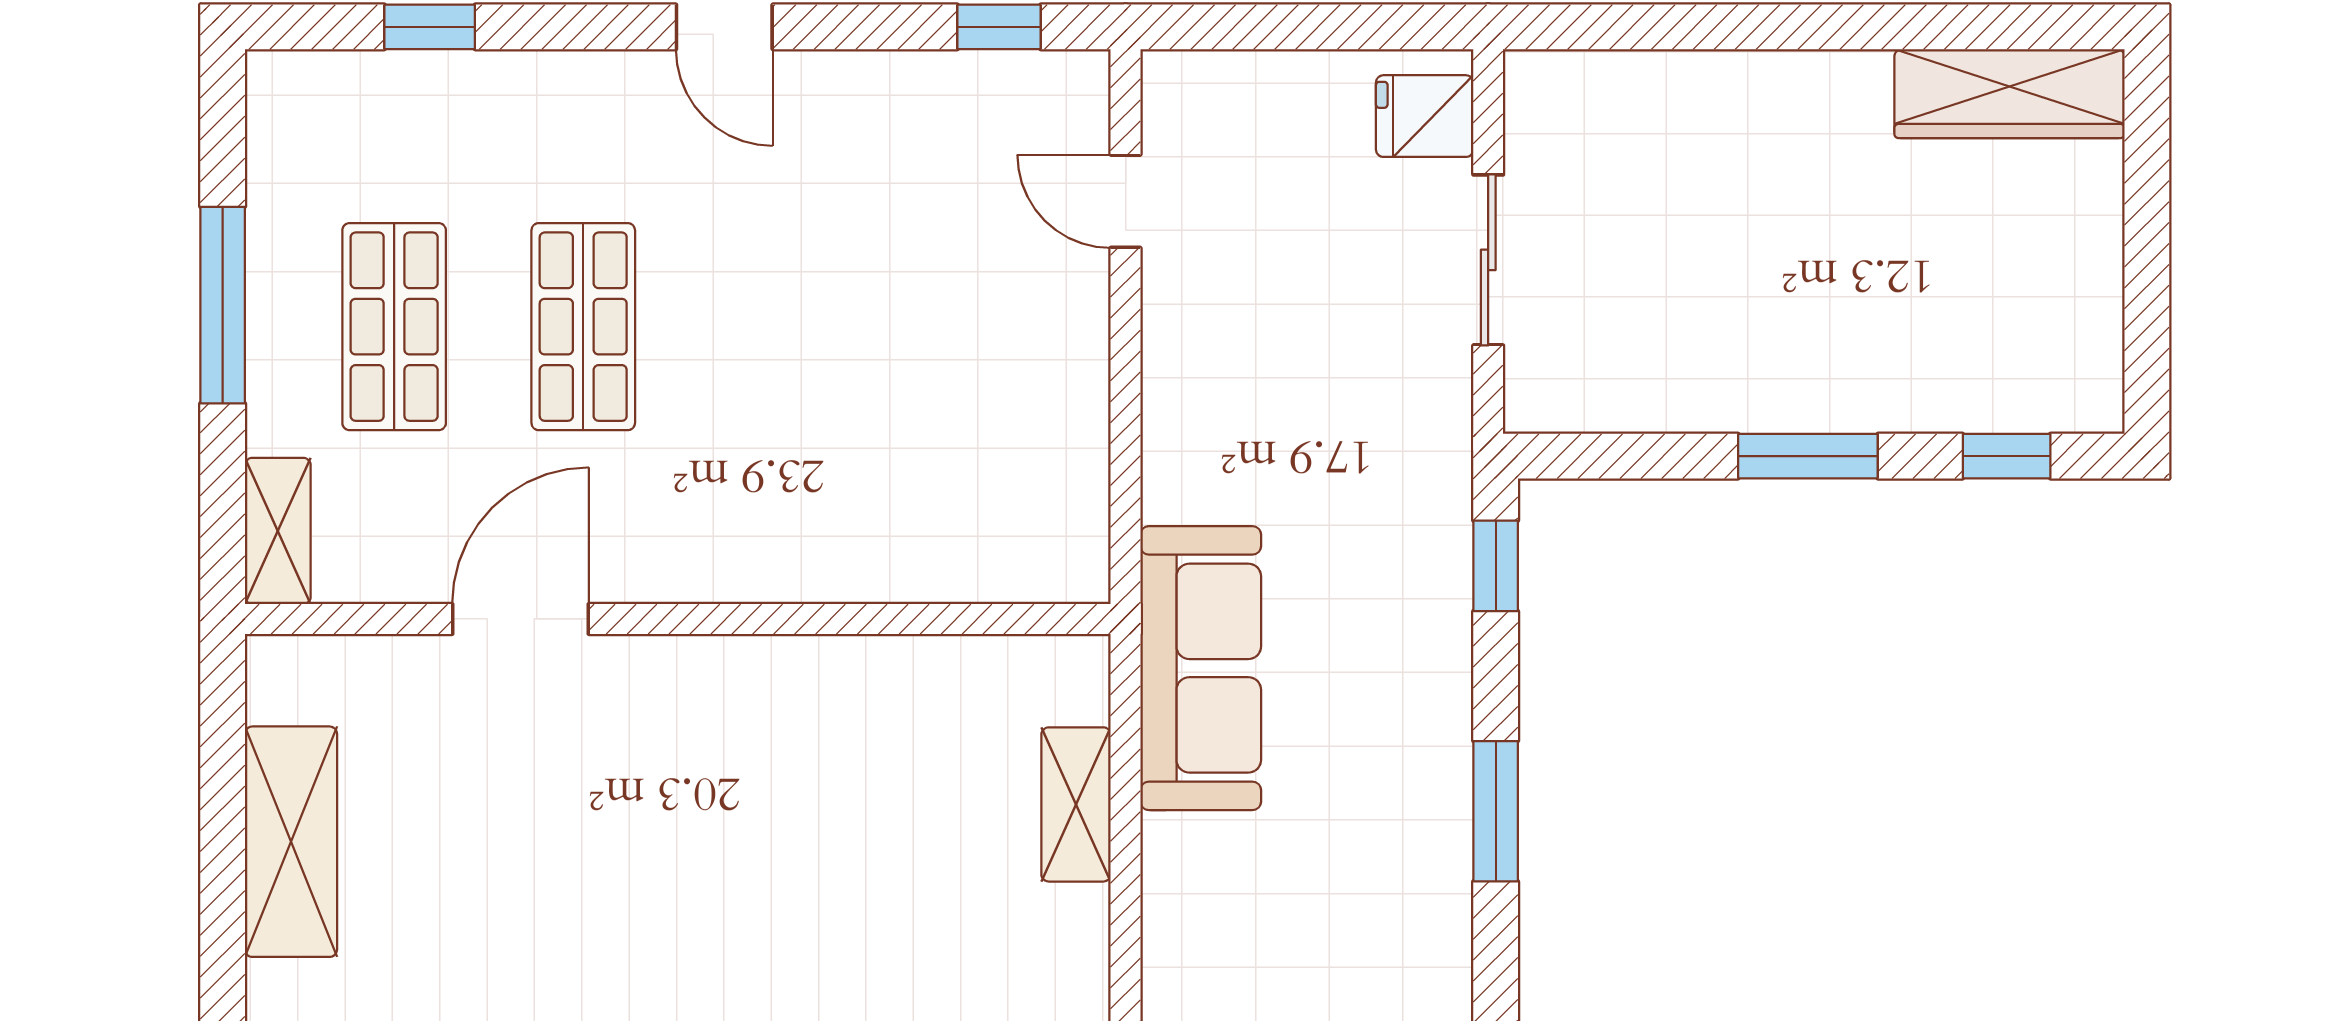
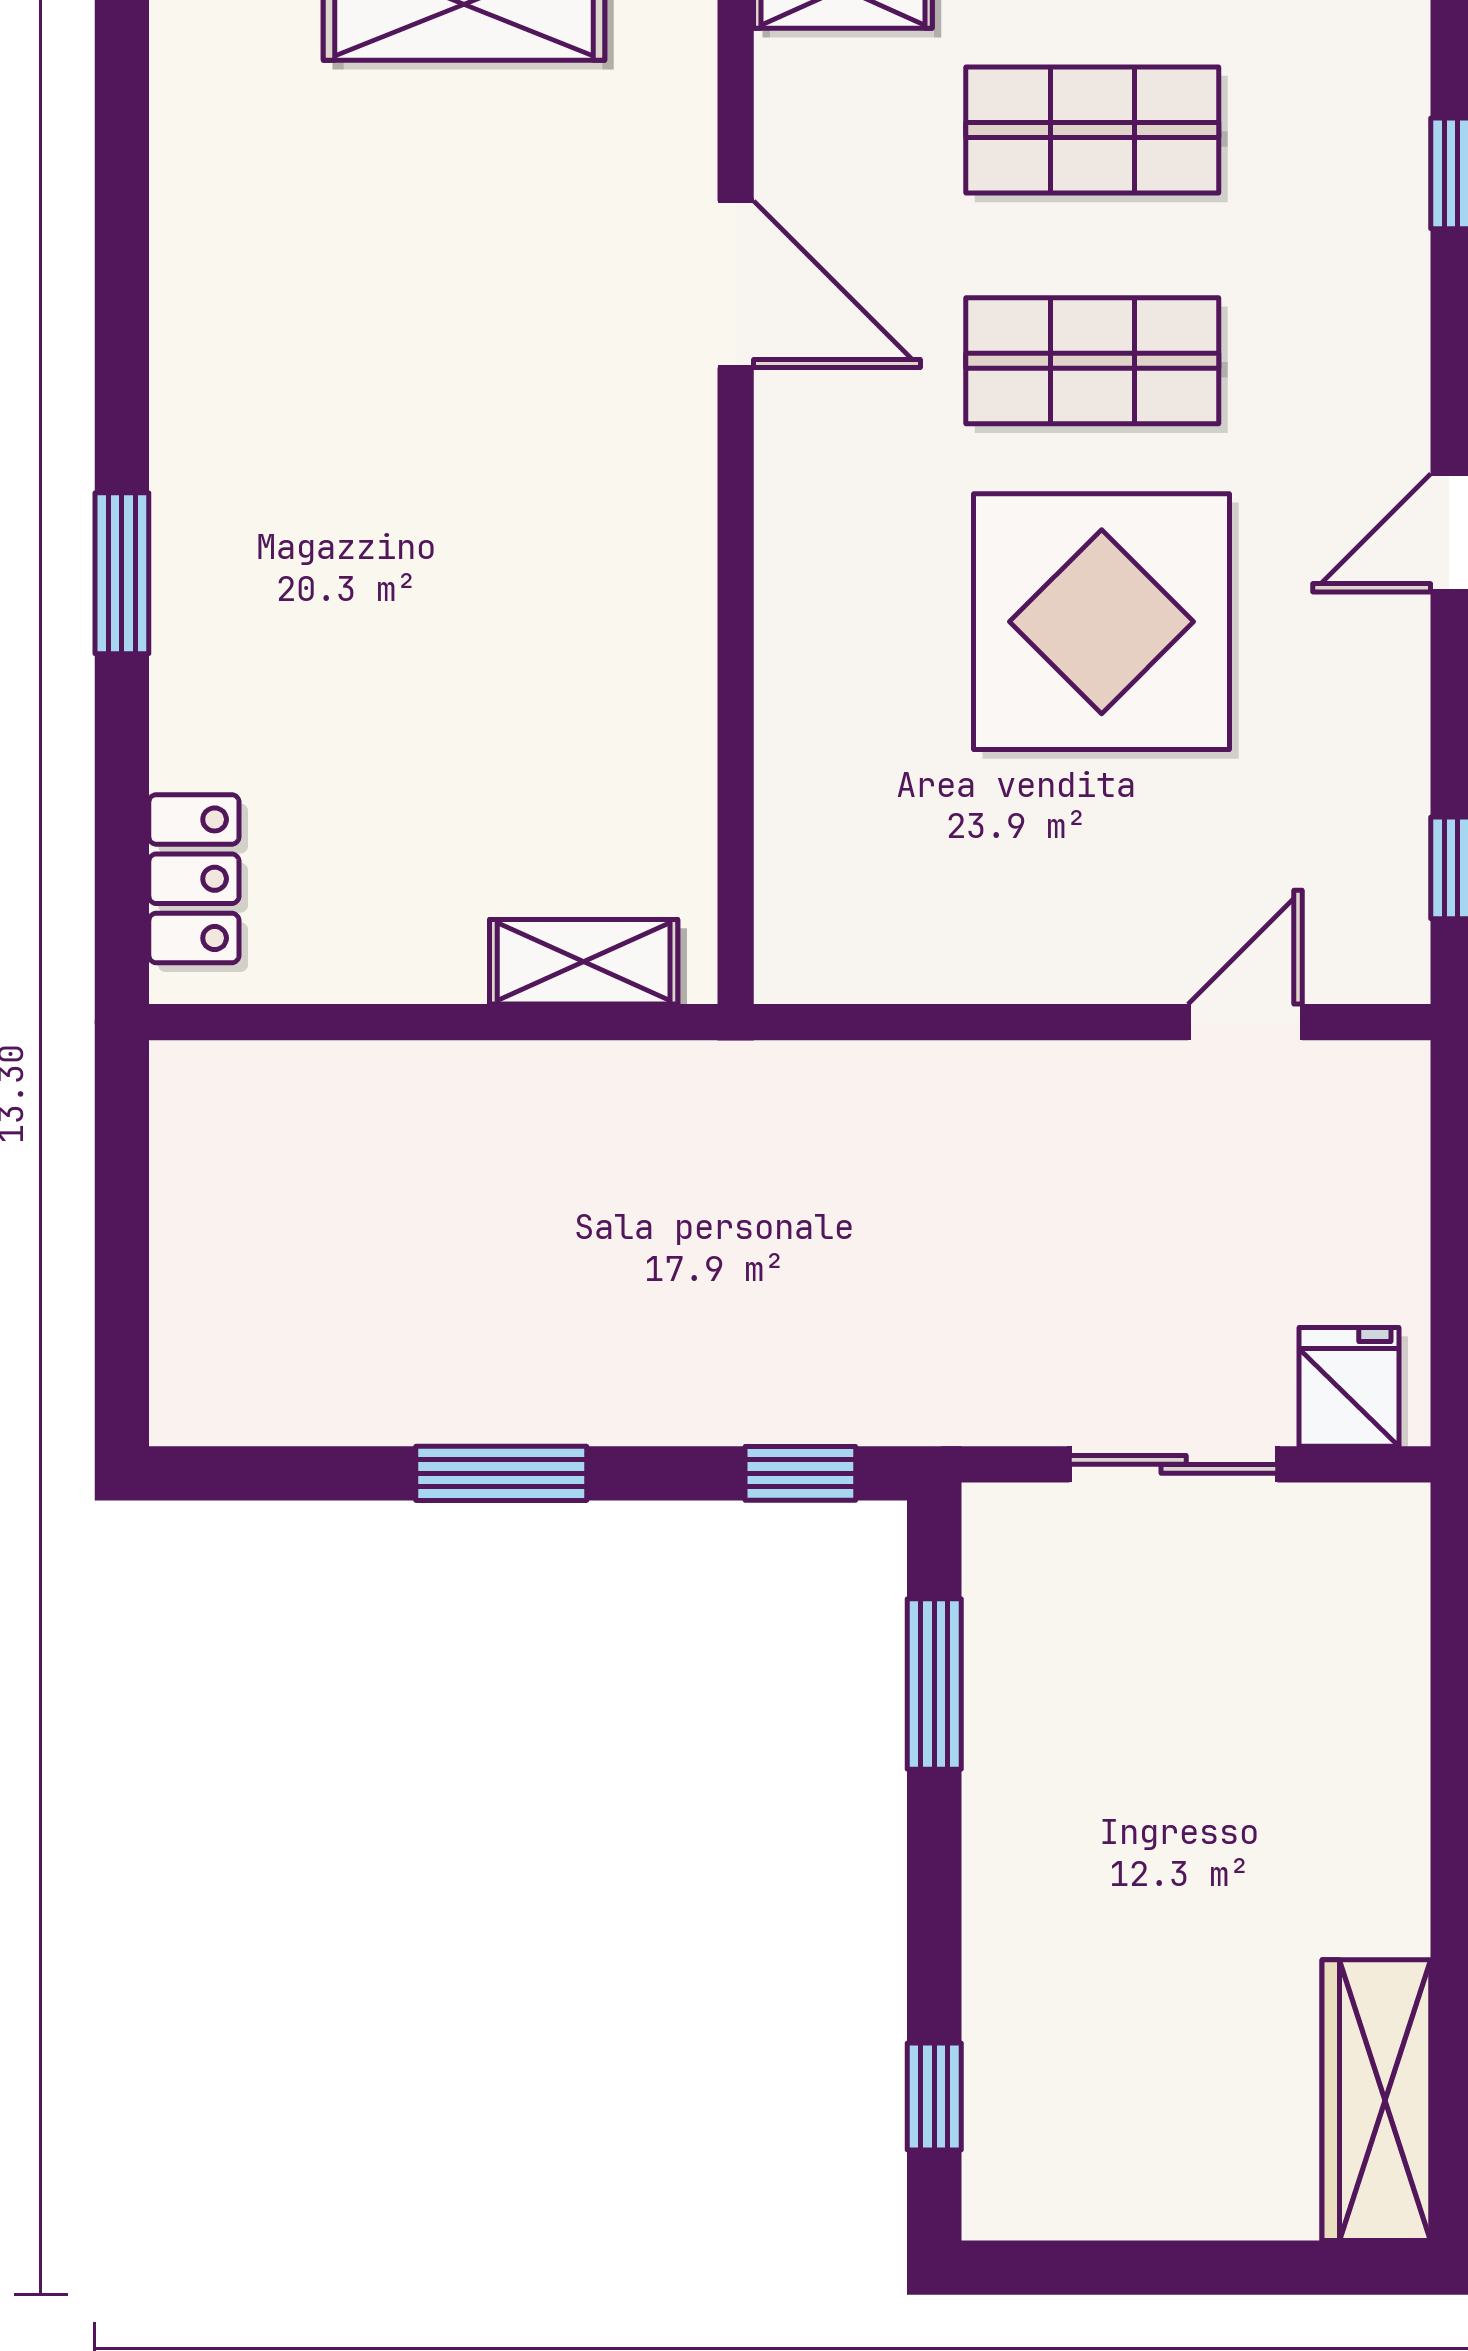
display table: (797, 319) -> (1102, 622), added
window: (1808, 456) -> (934, 1684), moved
sofa: (1201, 668) -> (676, 1114), removed
shelving: (1076, 804) -> (584, 962), moved

